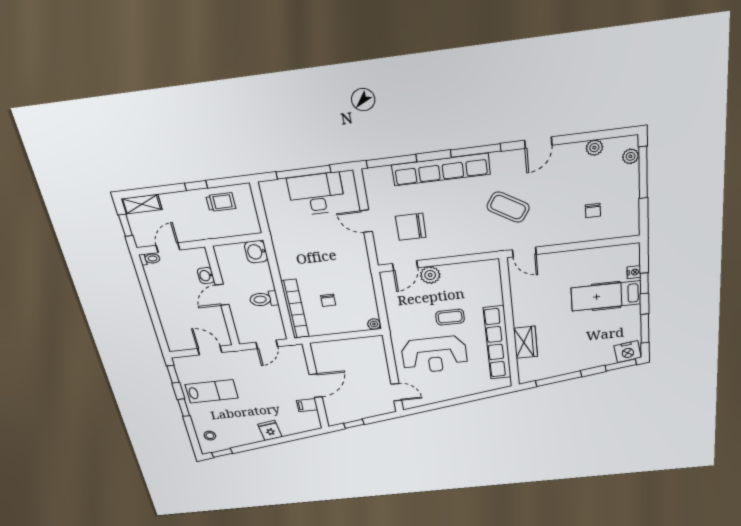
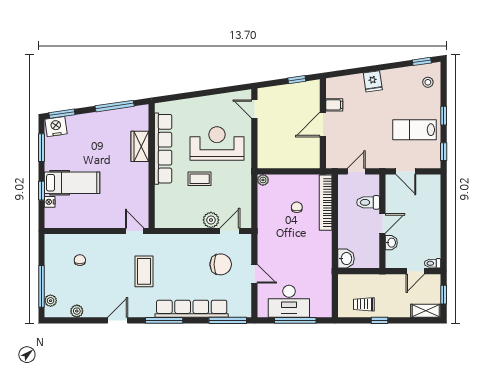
coffee table: (508, 207) -> (144, 271), turned 58
toilet: (264, 299) -> (368, 202), moved, turned 180

